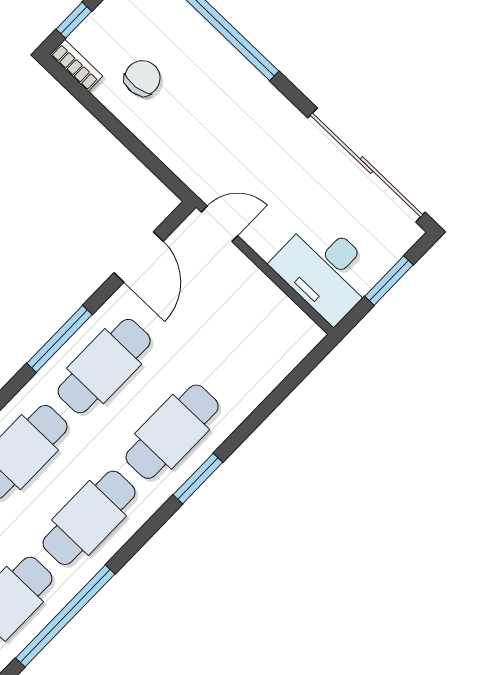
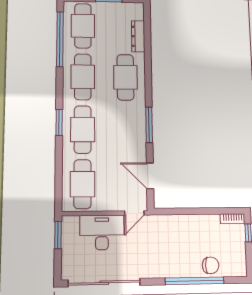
chair: (142, 78) -> (211, 265), moved, turned -83
desk: (326, 270) -> (102, 232), moved
window: (389, 281) -> (58, 235), moved
cafe table: (104, 366) -> (83, 184), moved

